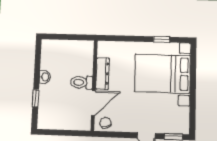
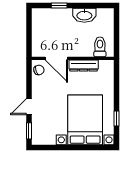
washbasin: (45, 77) -> (84, 15), width x1.91, depth x1.45
toilet: (82, 82) -> (100, 47), moved

